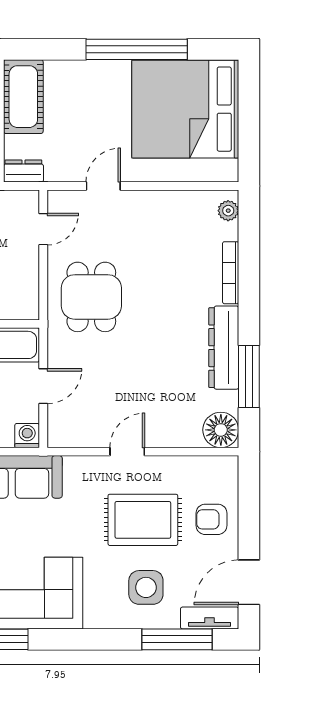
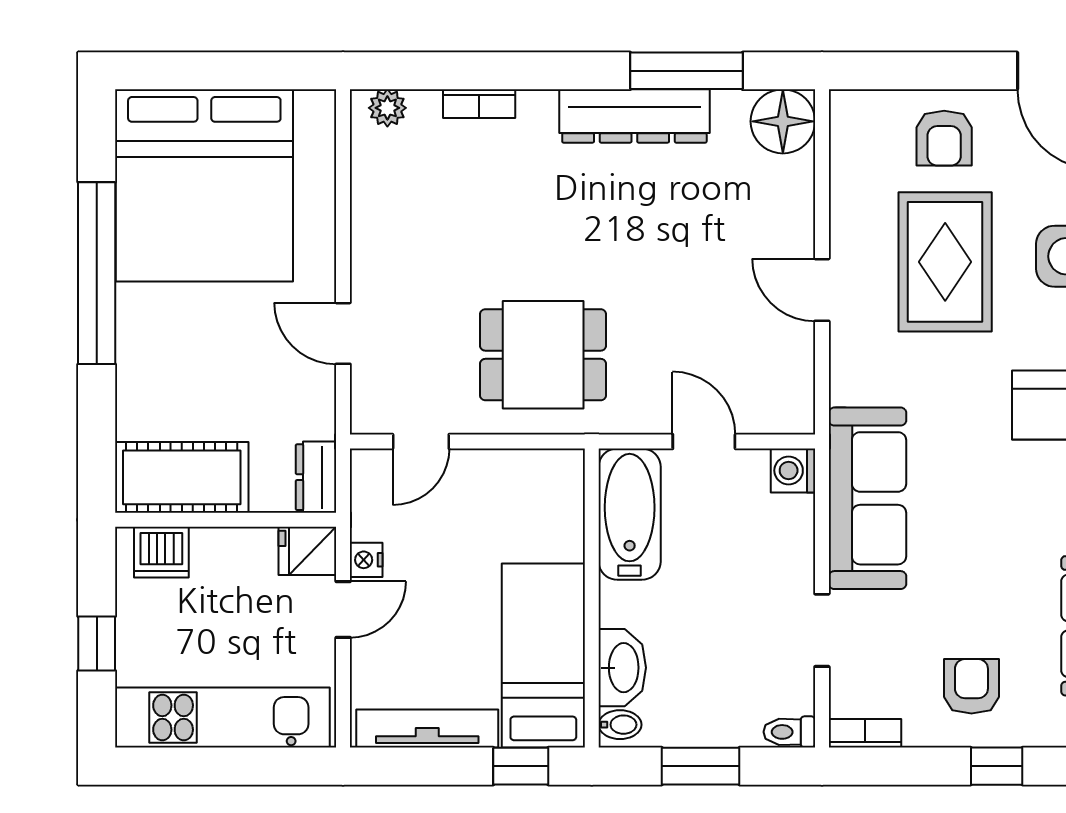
door: (43, 229) -> (421, 442), swing flipped
bookcase: (231, 273) -> (479, 104), width x0.64

